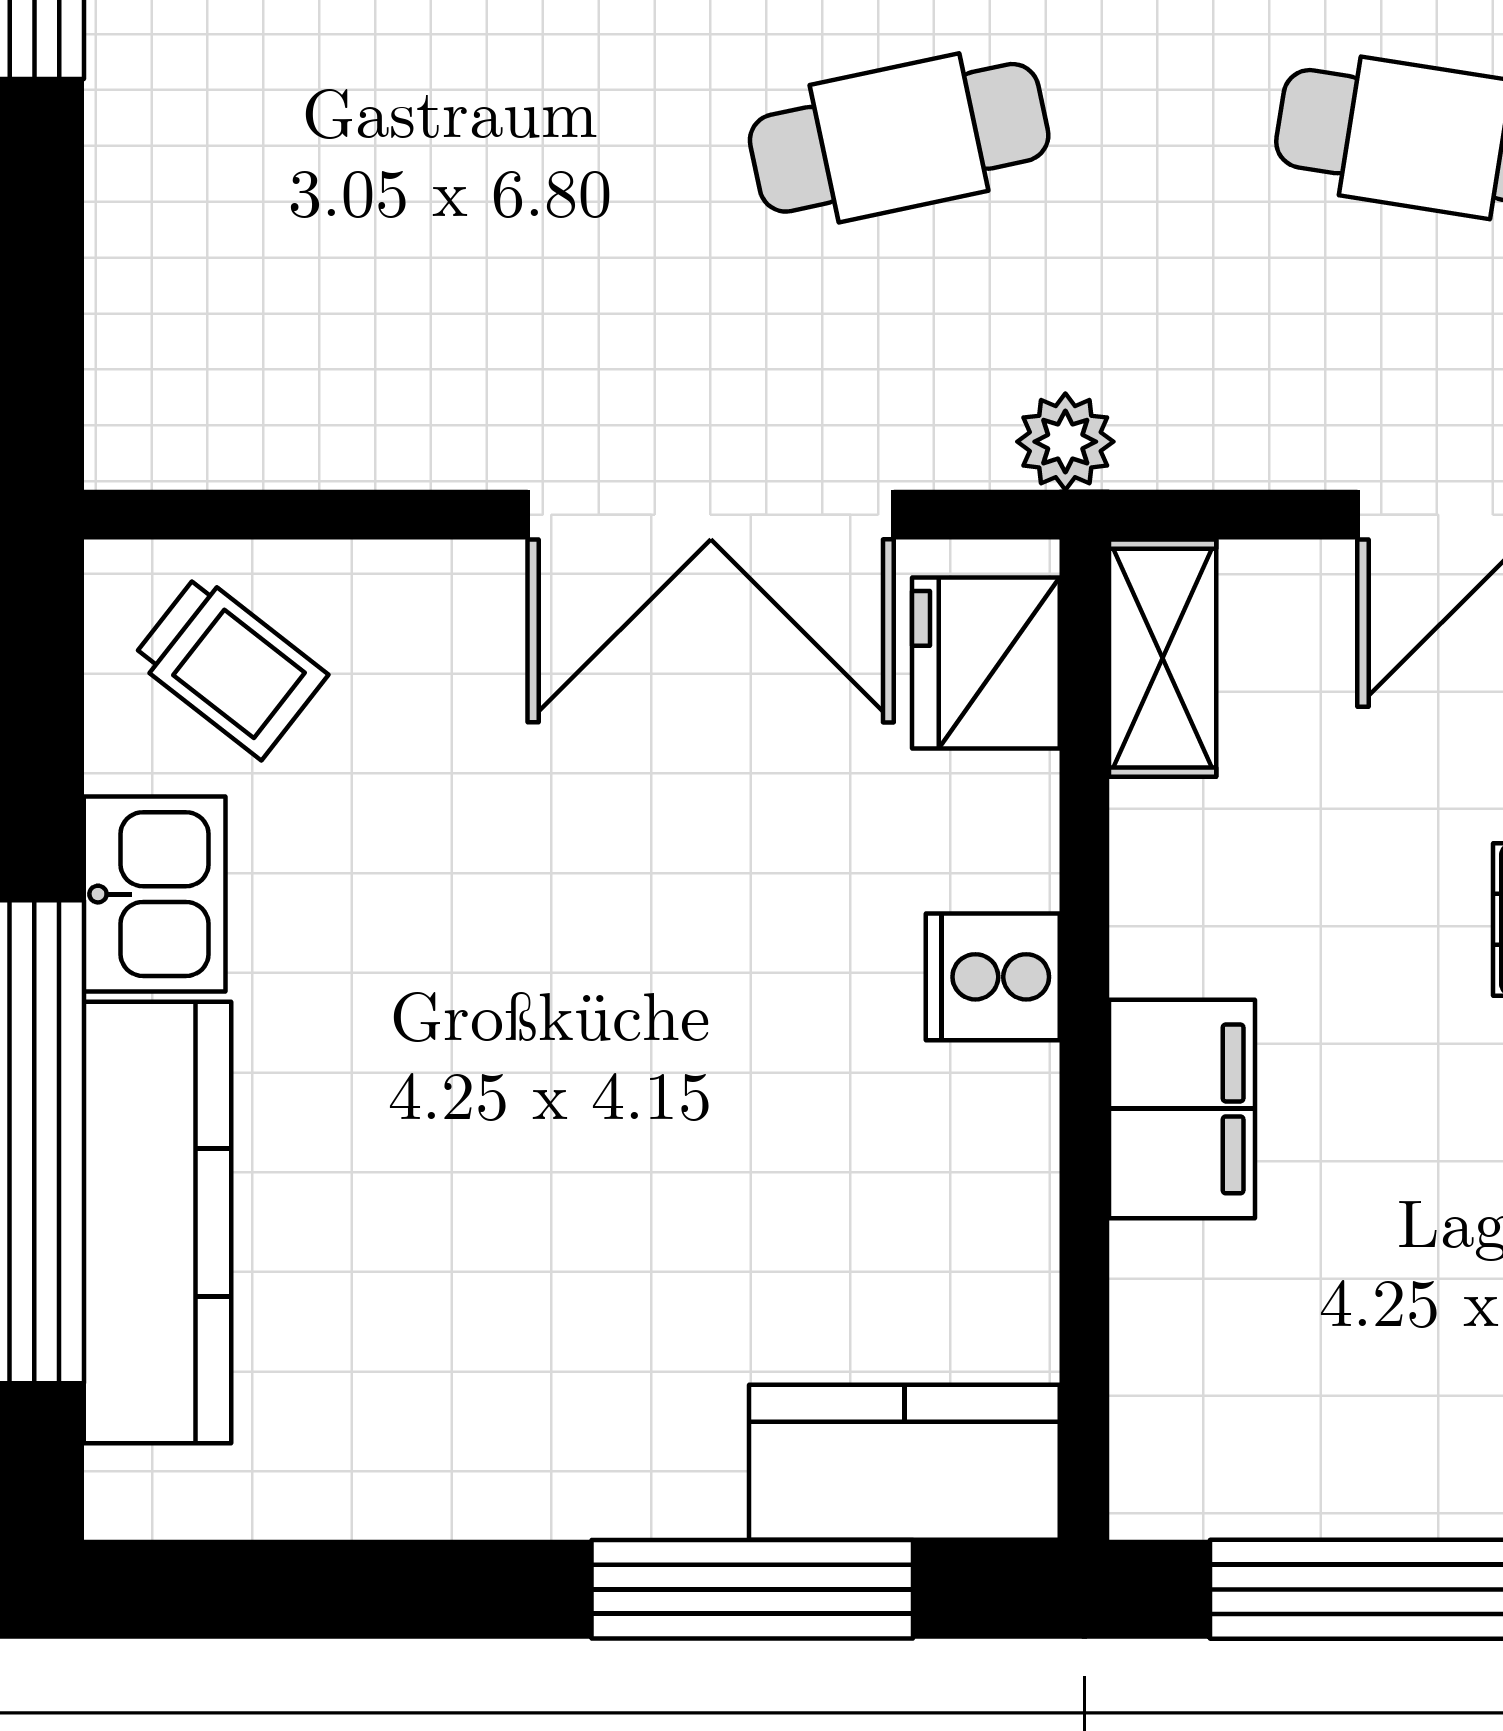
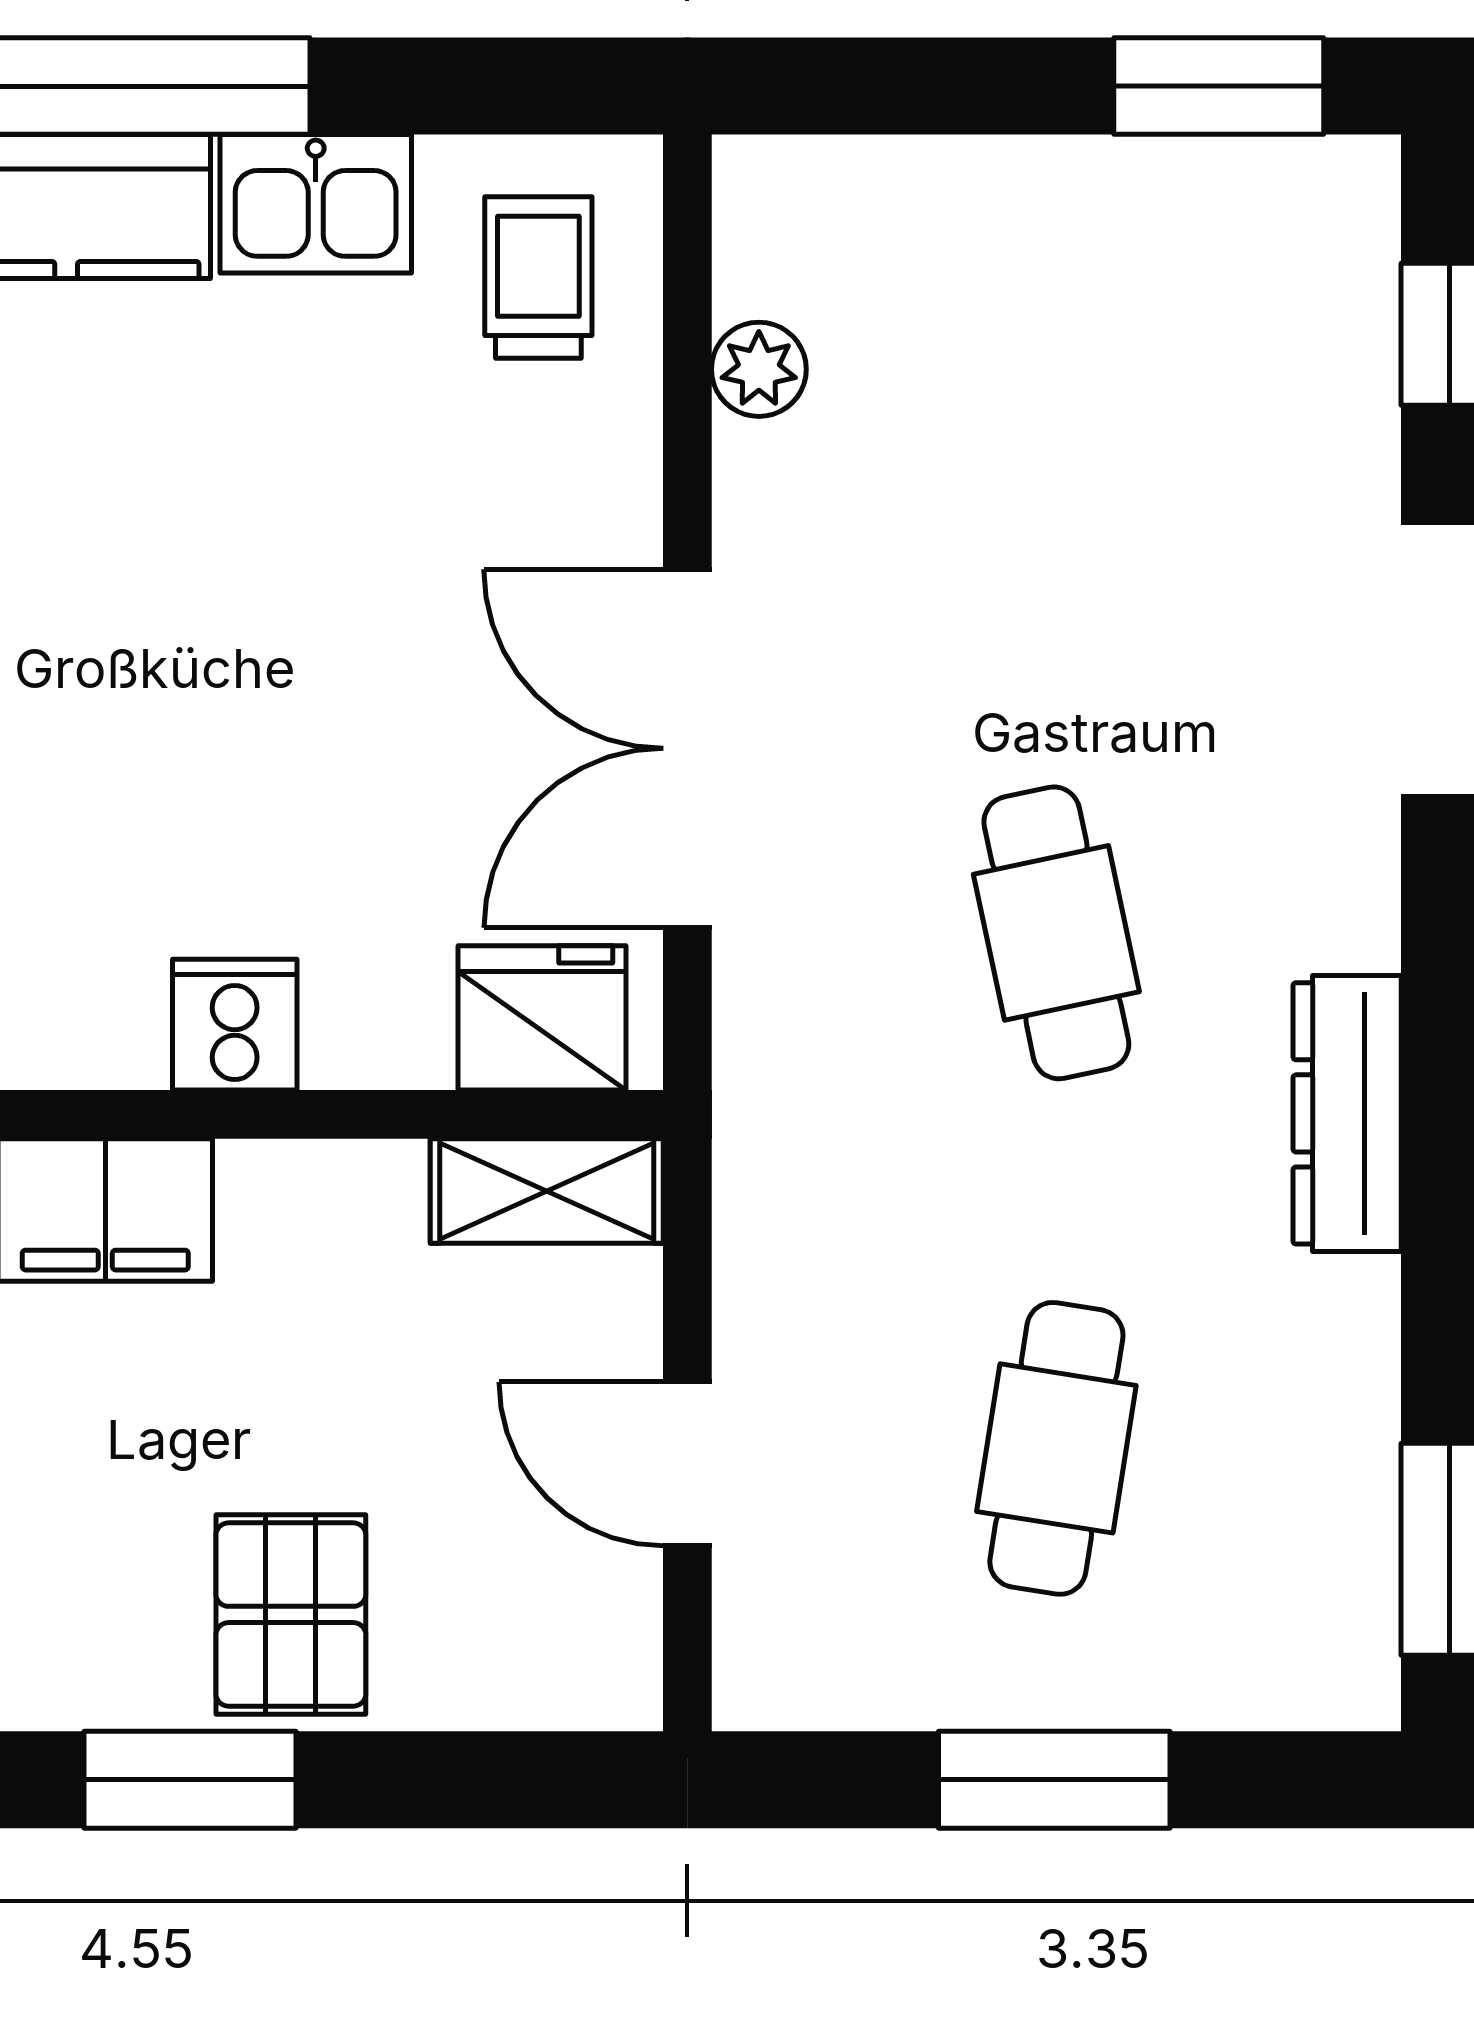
plant: (1065, 442) -> (759, 369), moved
trolley: (230, 667) -> (538, 278), turned 142

